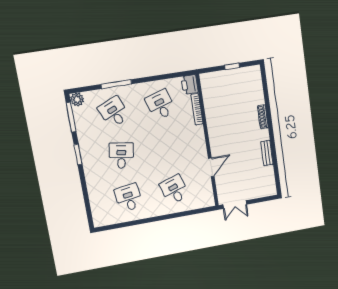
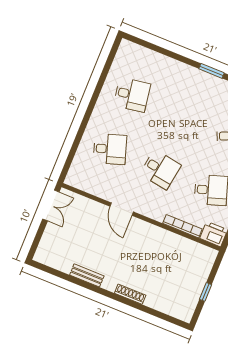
desk: (121, 155) -> (160, 170), moved
door: (211, 167) -> (122, 209), moved
double door: (235, 205) -> (51, 205), swing flipped

